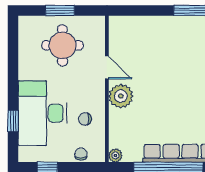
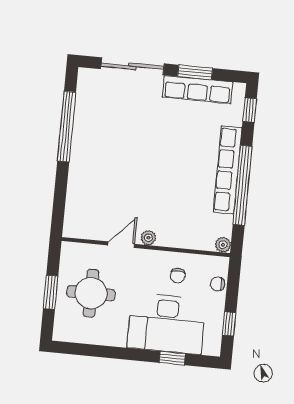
plant: (121, 96) -> (148, 238), width x0.53, depth x0.53

